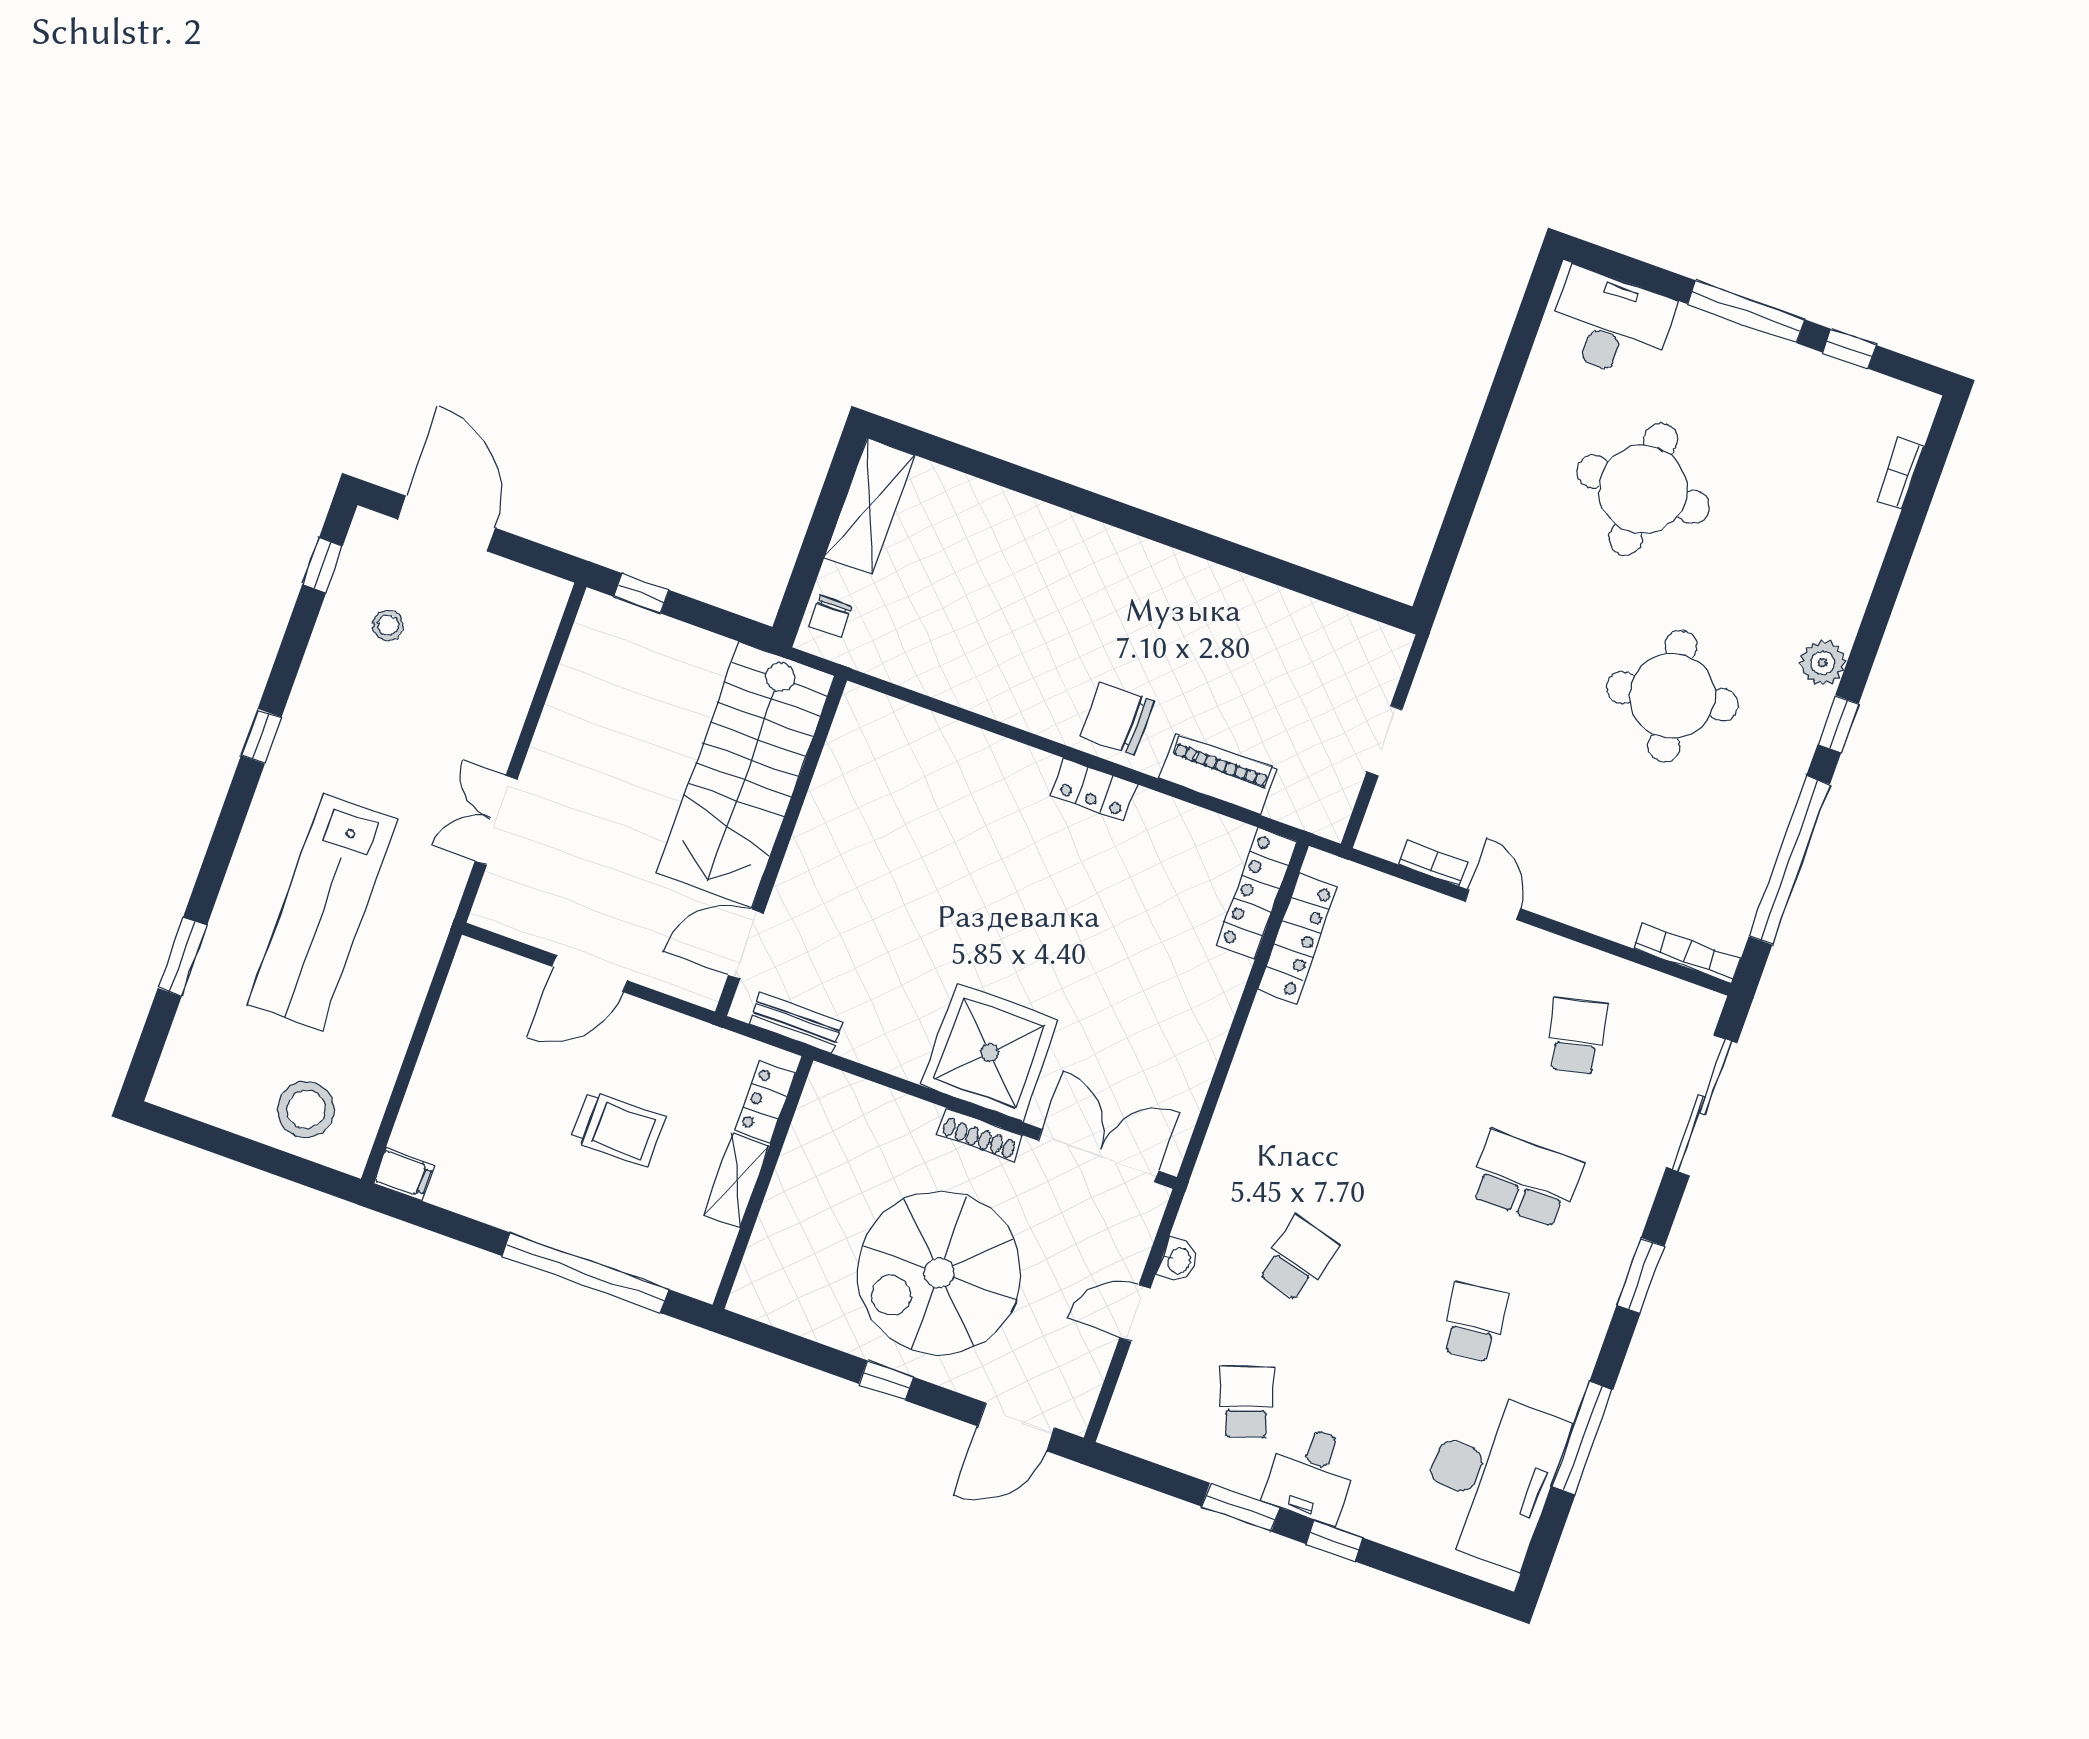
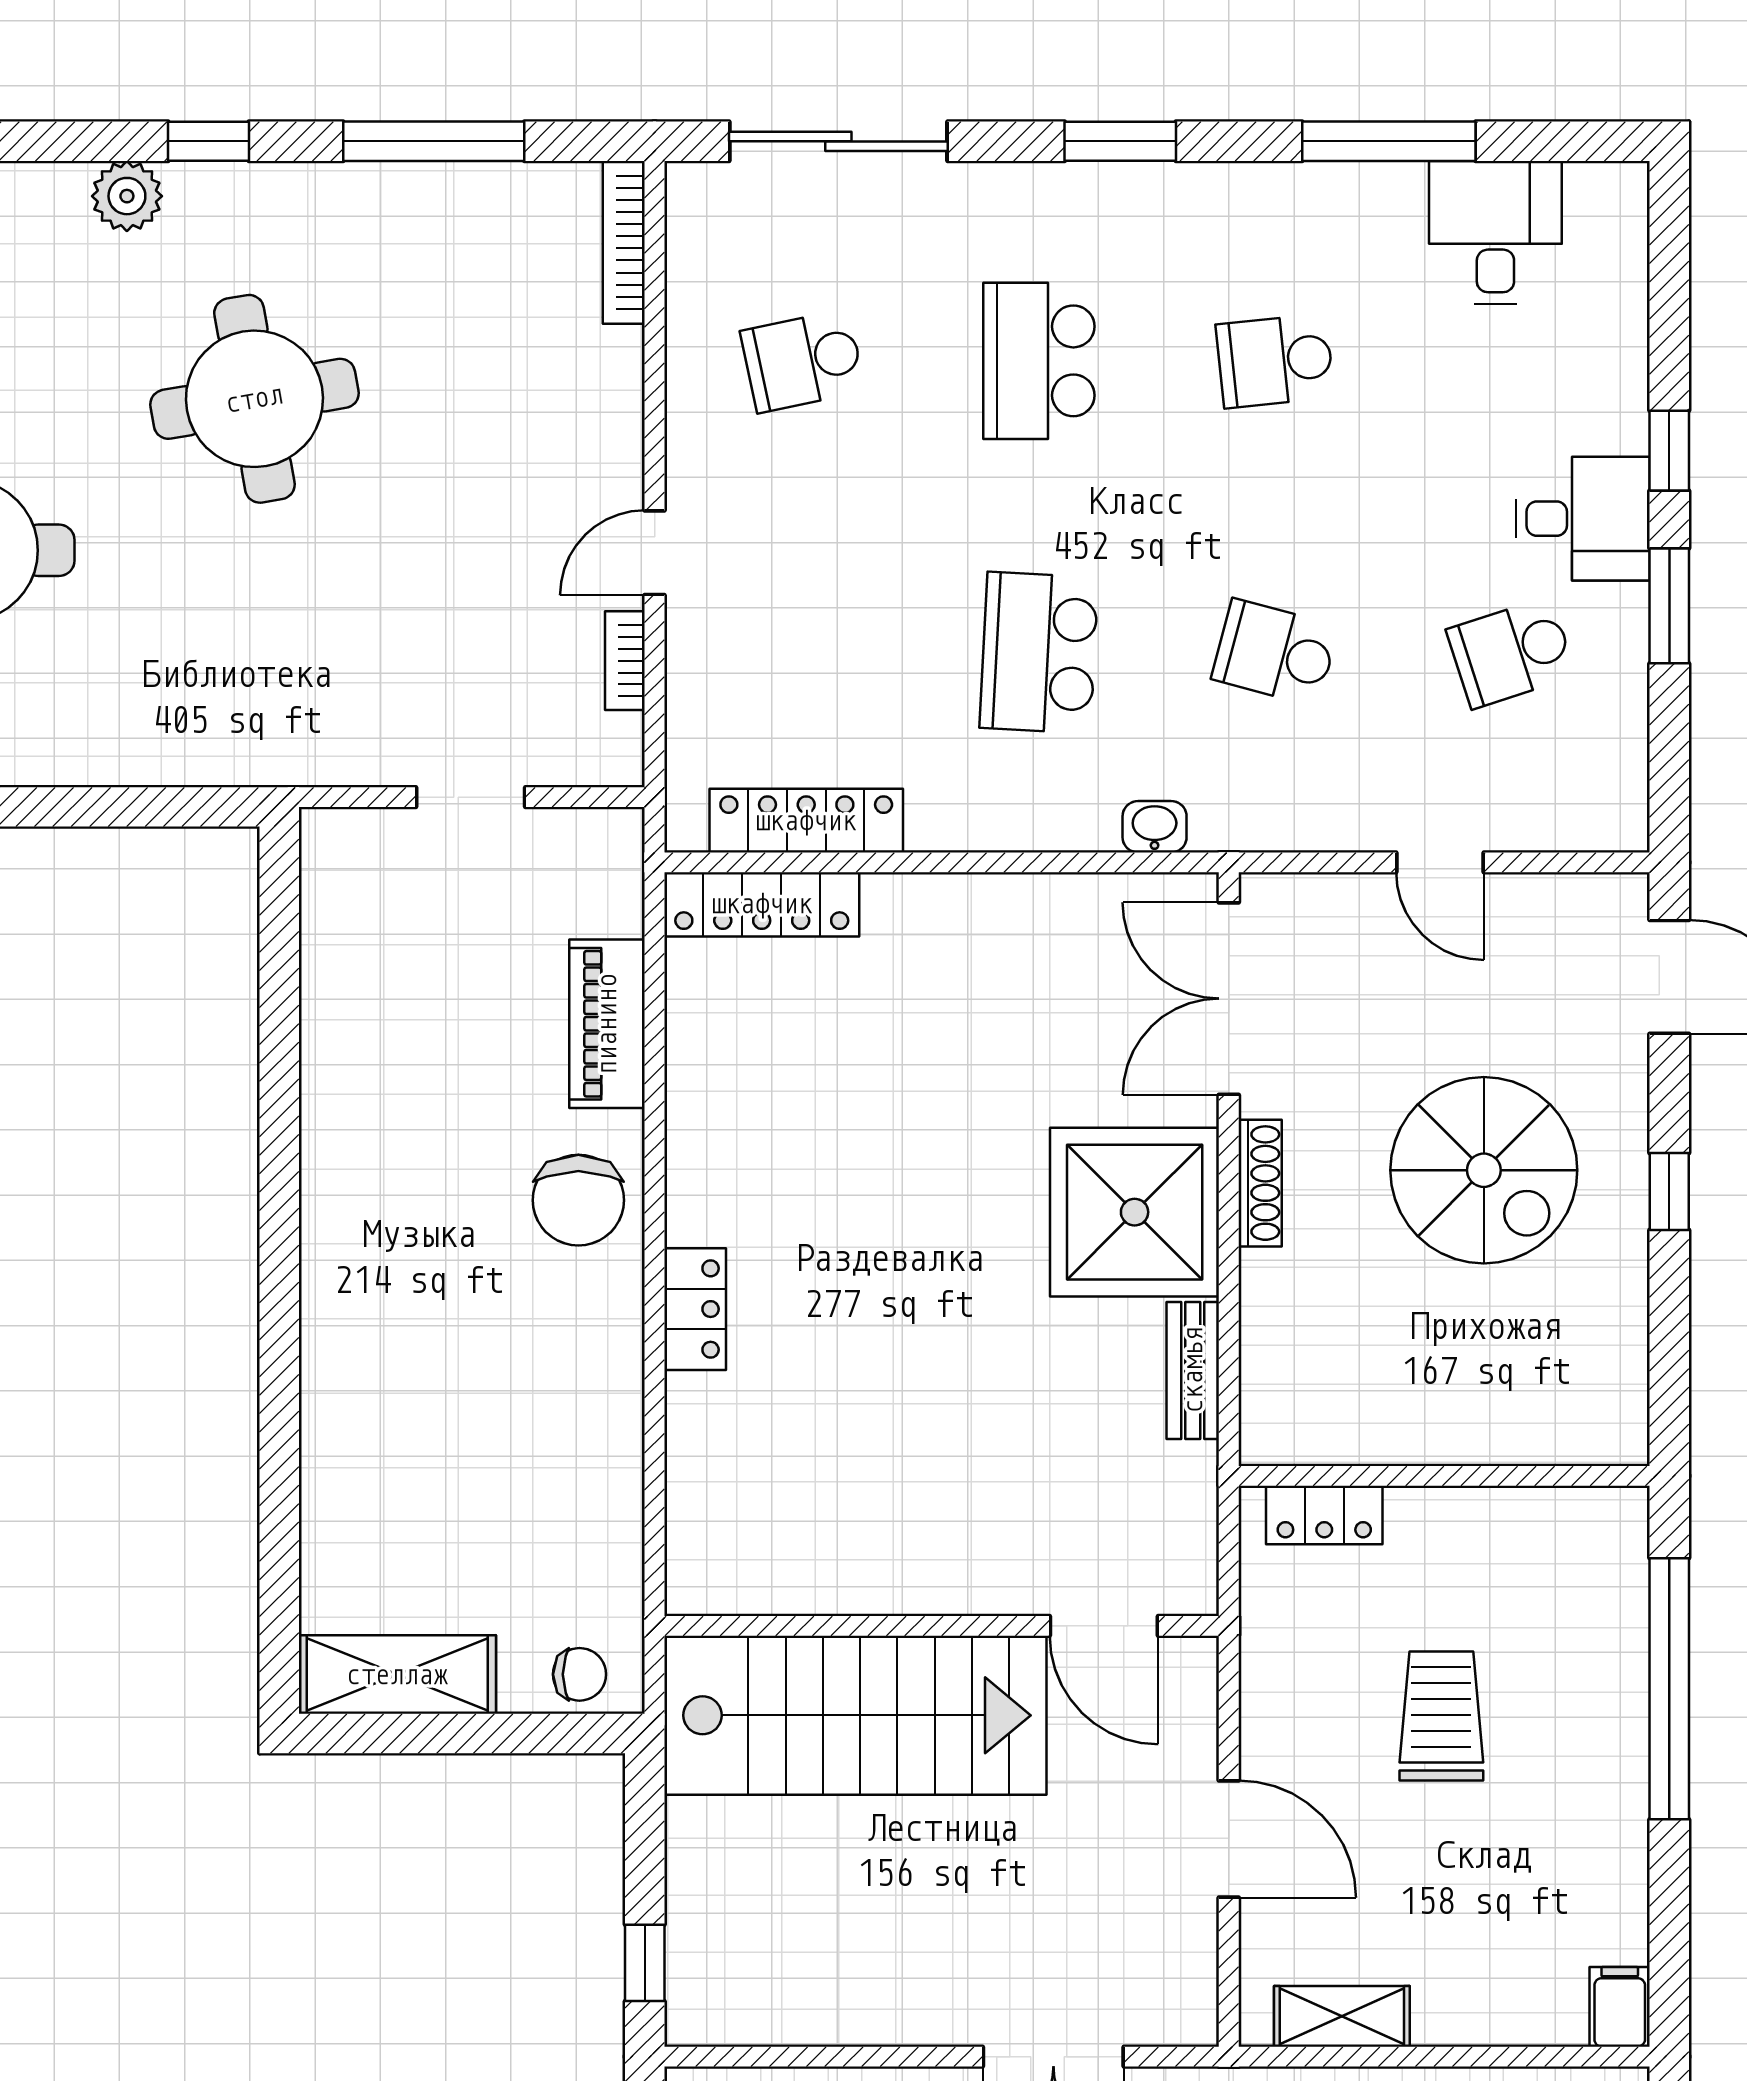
locker: (1094, 790) -> (695, 1309), moved
window: (1789, 860) -> (434, 141), width x0.68
bench: (796, 1023) -> (1193, 1370), moved
school desk: (1349, 1116) -> (1039, 653), added
shelving: (736, 1181) -> (1342, 2016), moved
washbasin: (1178, 1260) -> (1155, 827), moved
spiral stairs: (939, 1273) -> (1484, 1170), width x0.73, depth x0.73
desk: (1491, 1478) -> (1495, 232), width x0.53, depth x0.77

